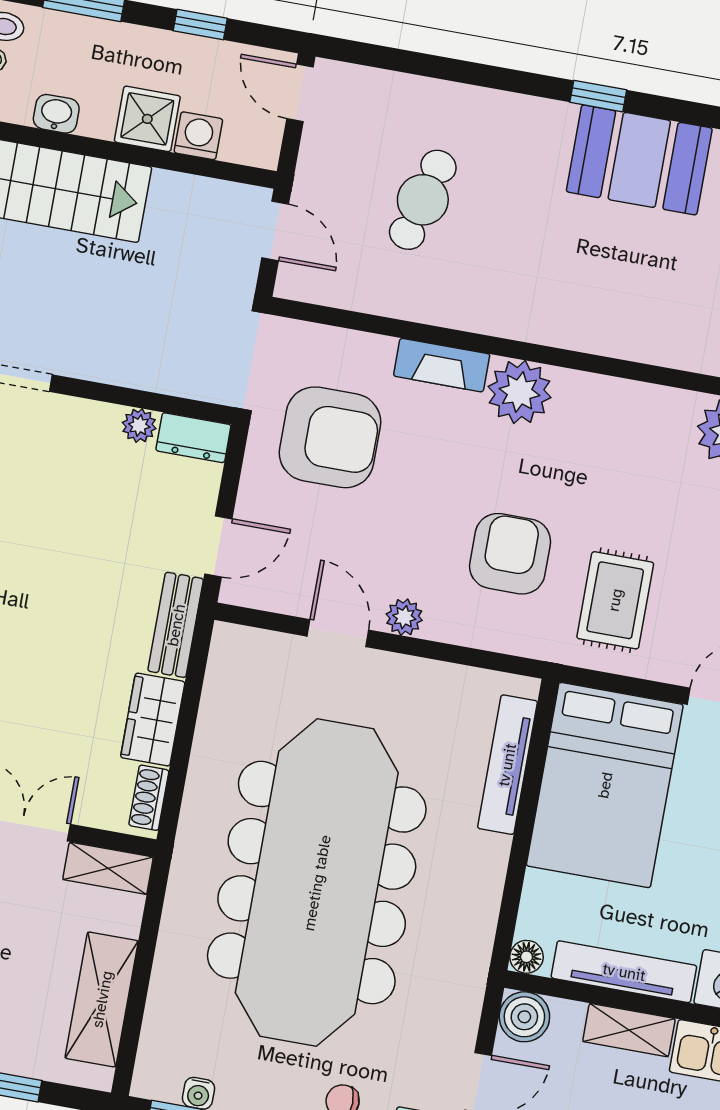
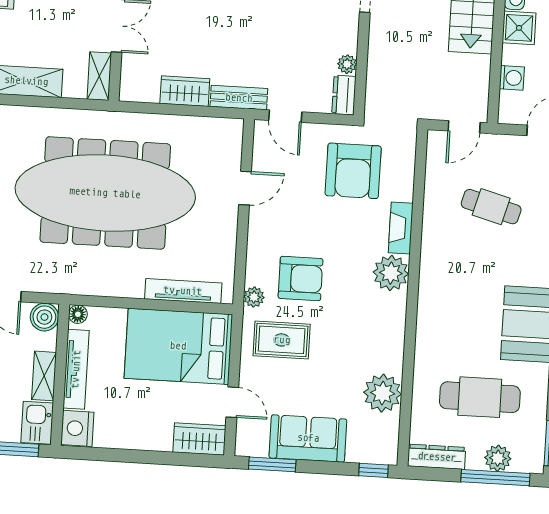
shower: (147, 119) -> (519, 28), moved
plant: (404, 617) -> (254, 297), moved
shoe rack: (149, 798) -> (141, 94), removed

